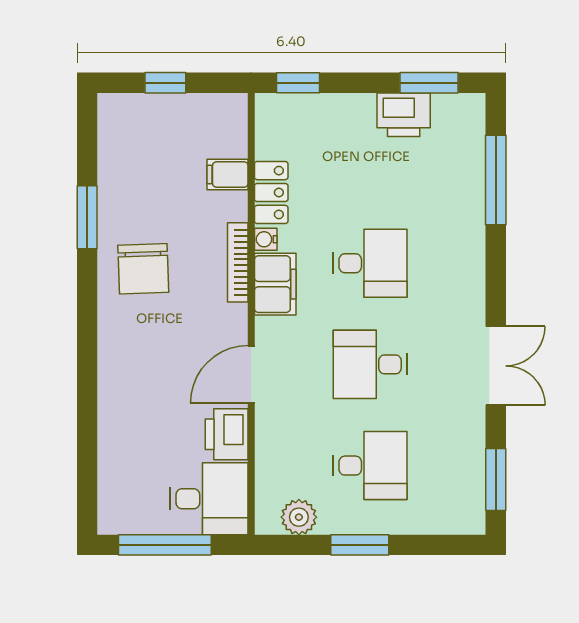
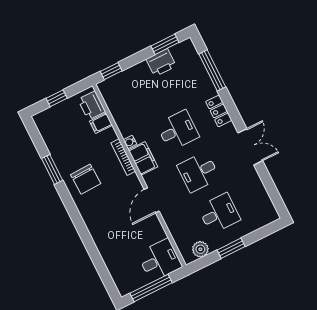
locker: (271, 193) -> (219, 111), moved, turned 180
printer: (227, 434) -> (92, 105), moved
window: (496, 479) -> (274, 193), removed

